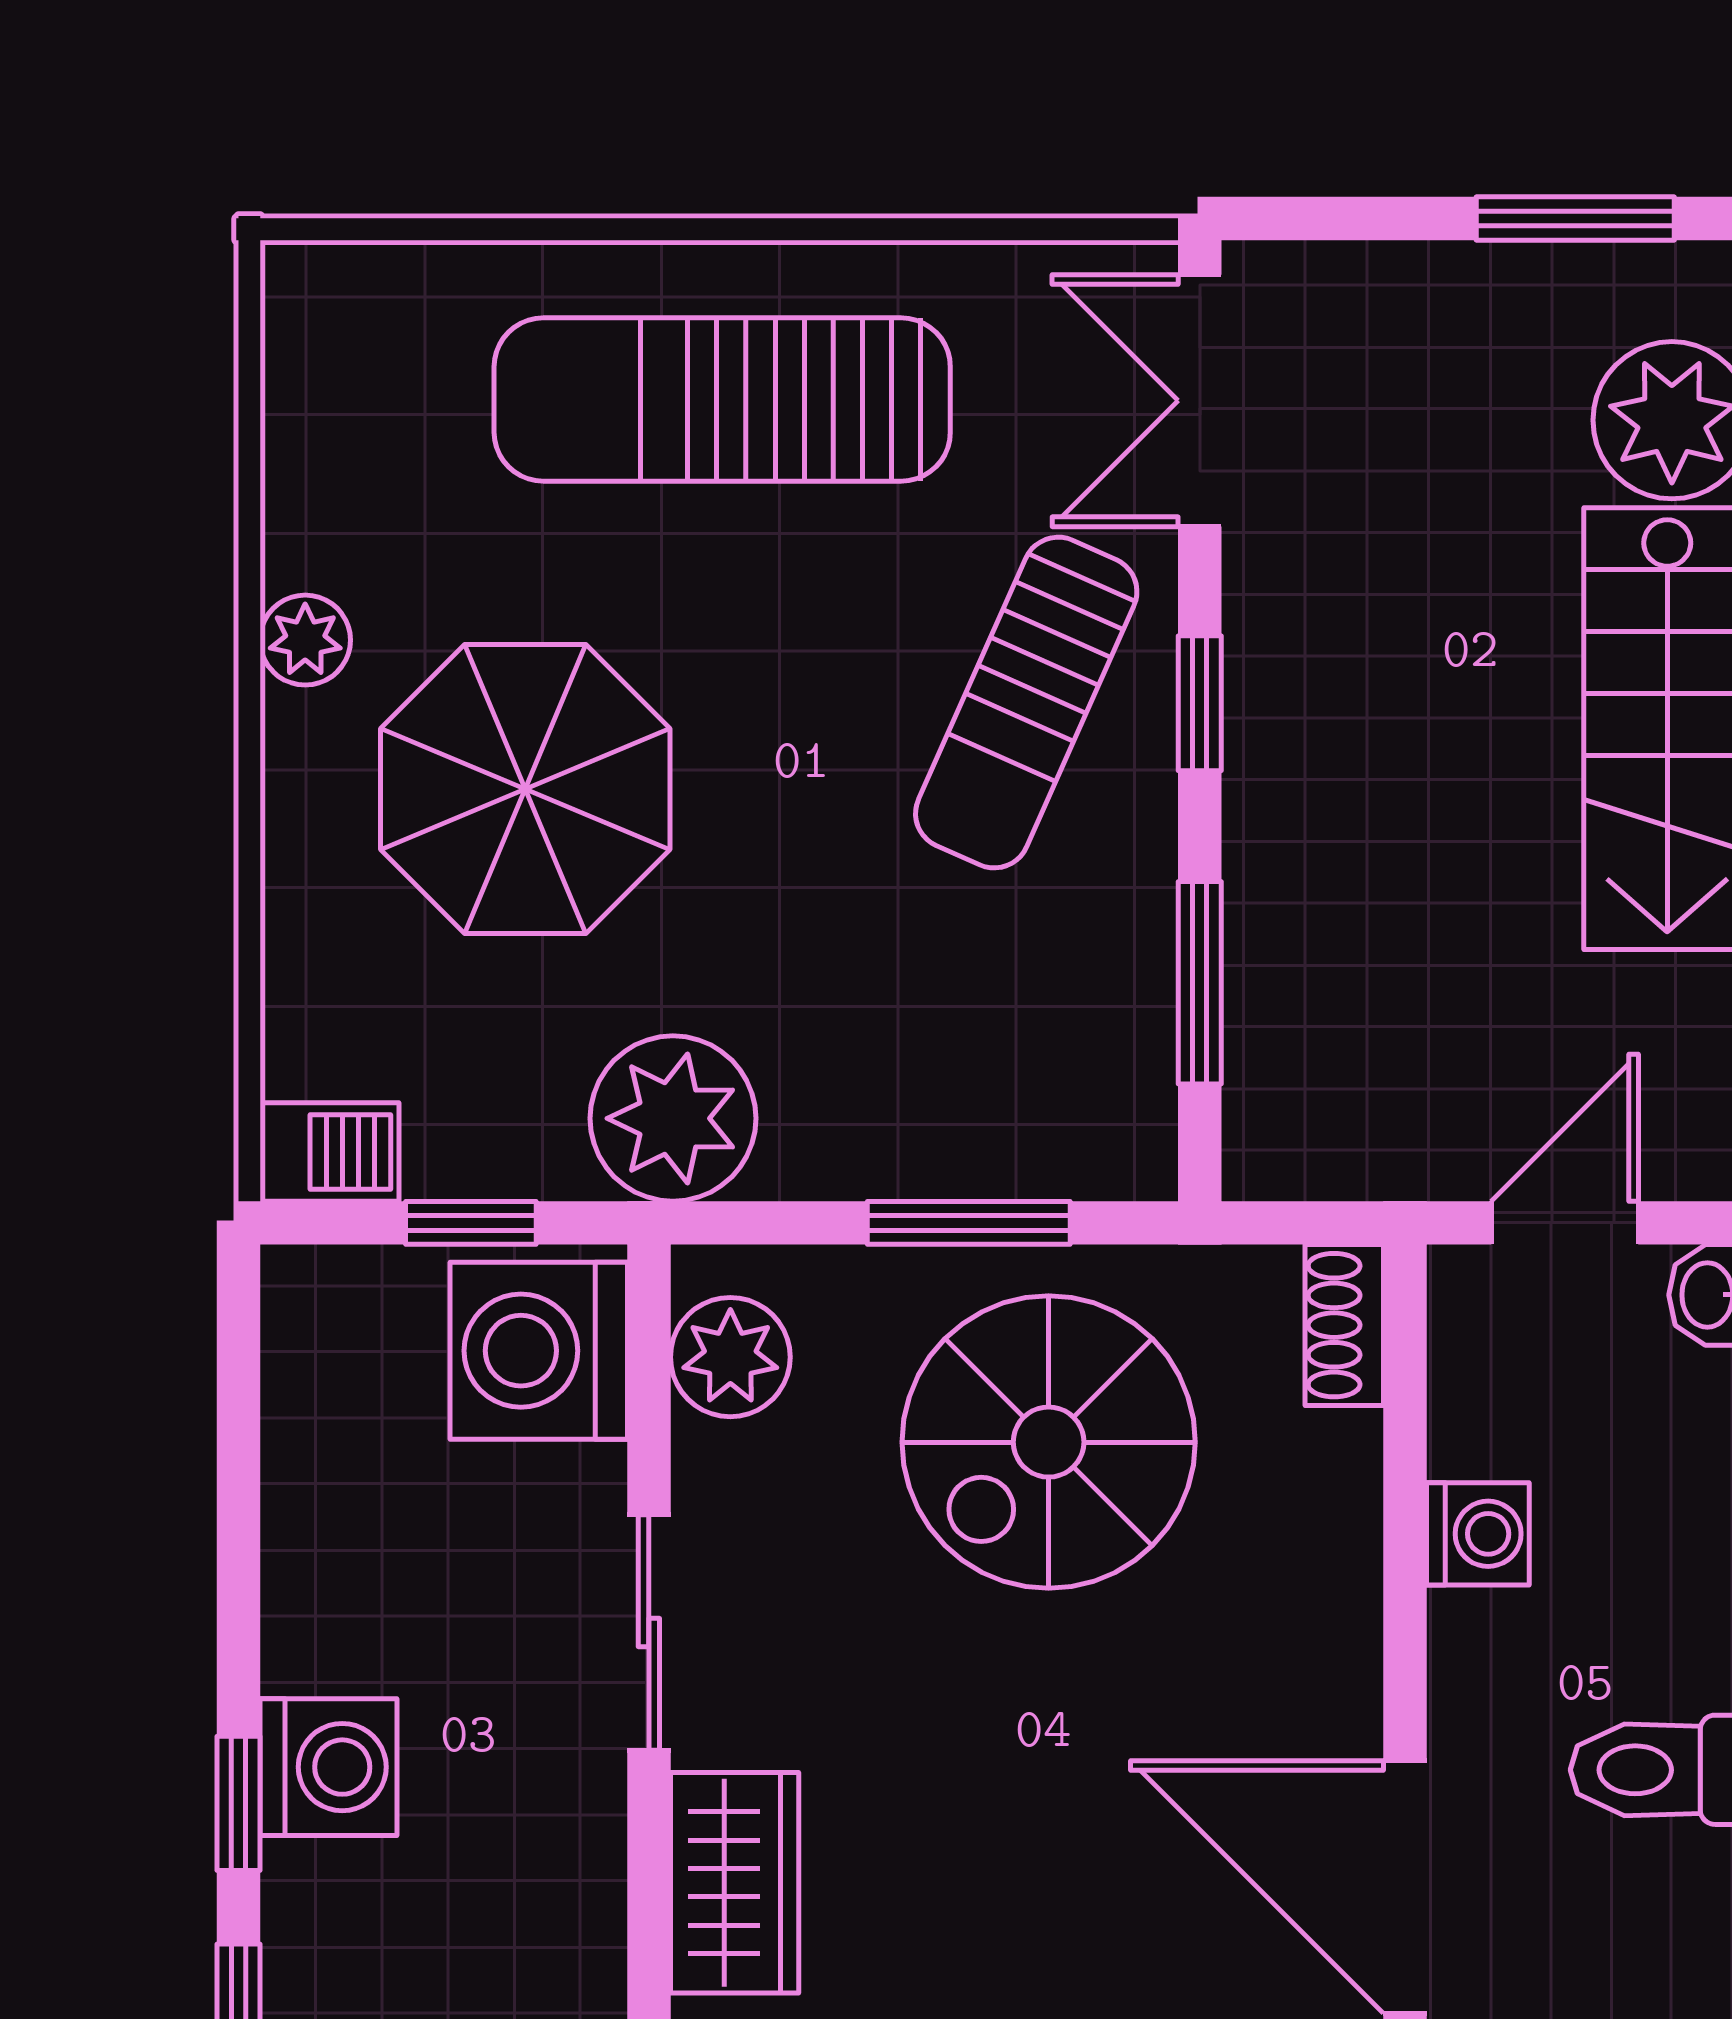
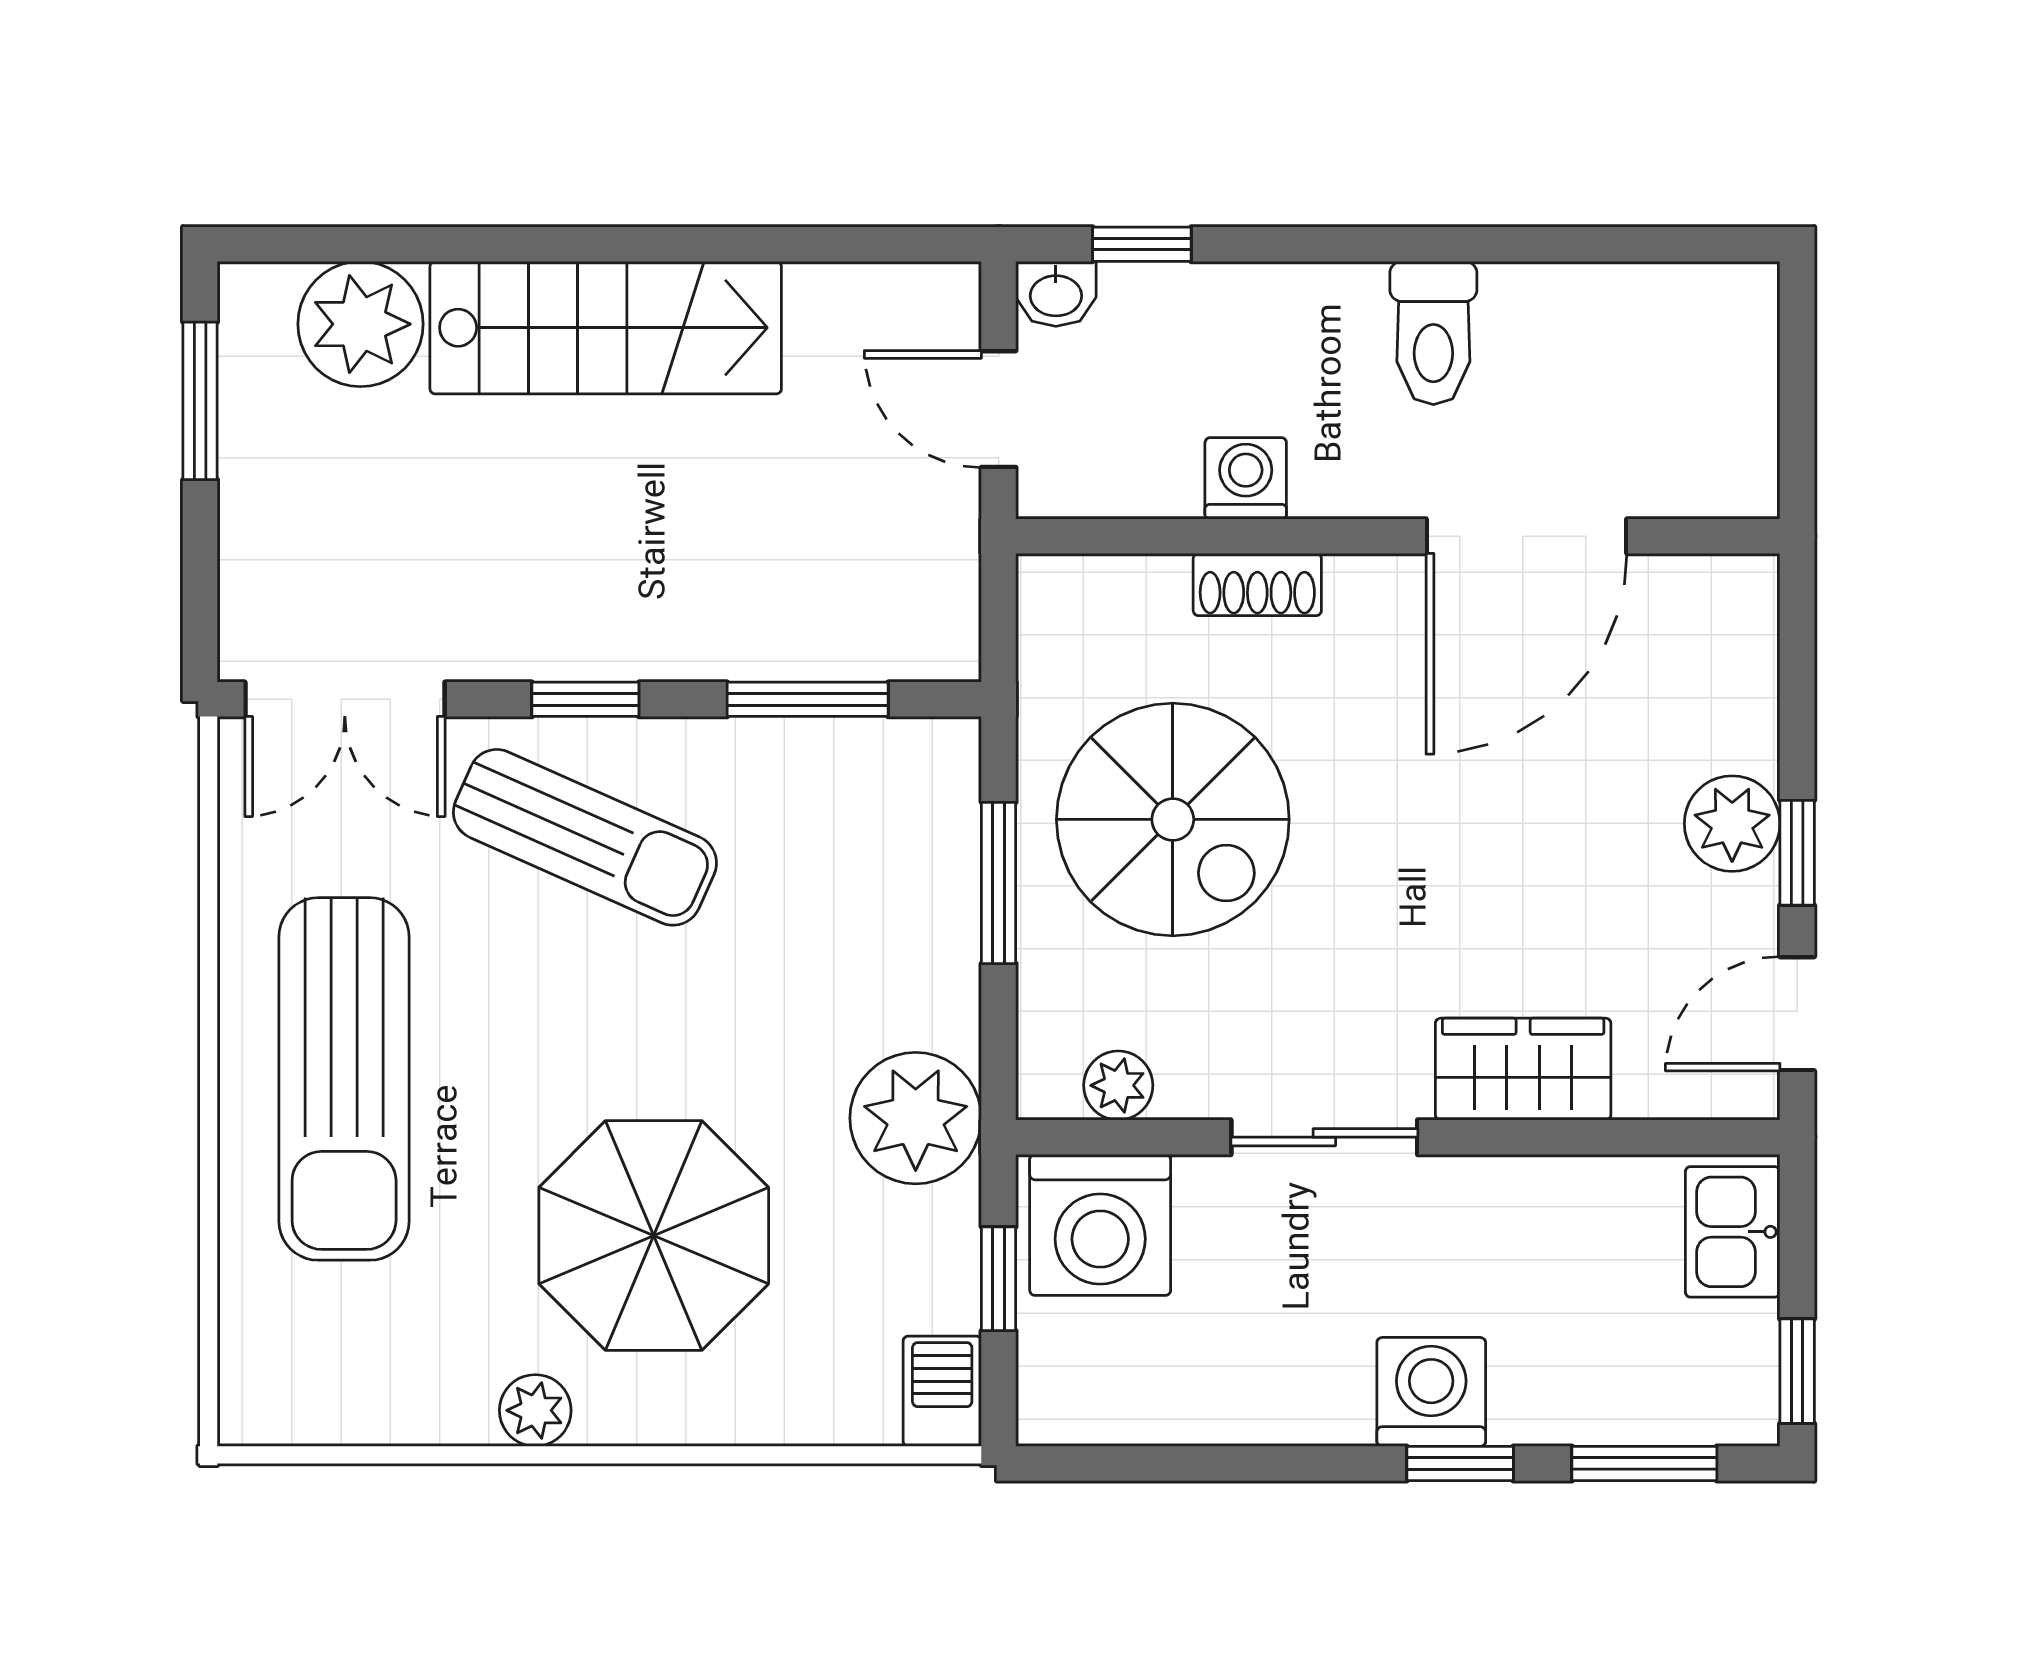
shoe rack: (1344, 1325) -> (1257, 584), moved
plant: (730, 1357) -> (1118, 1085), width x0.73, depth x0.73

